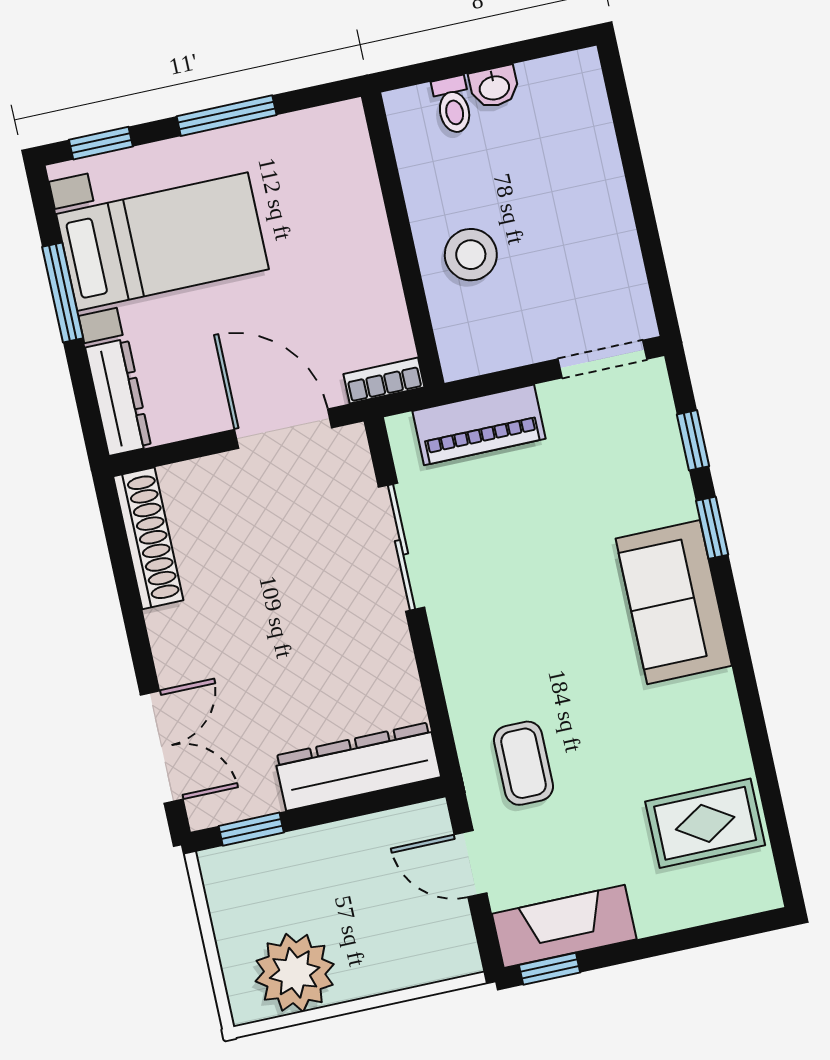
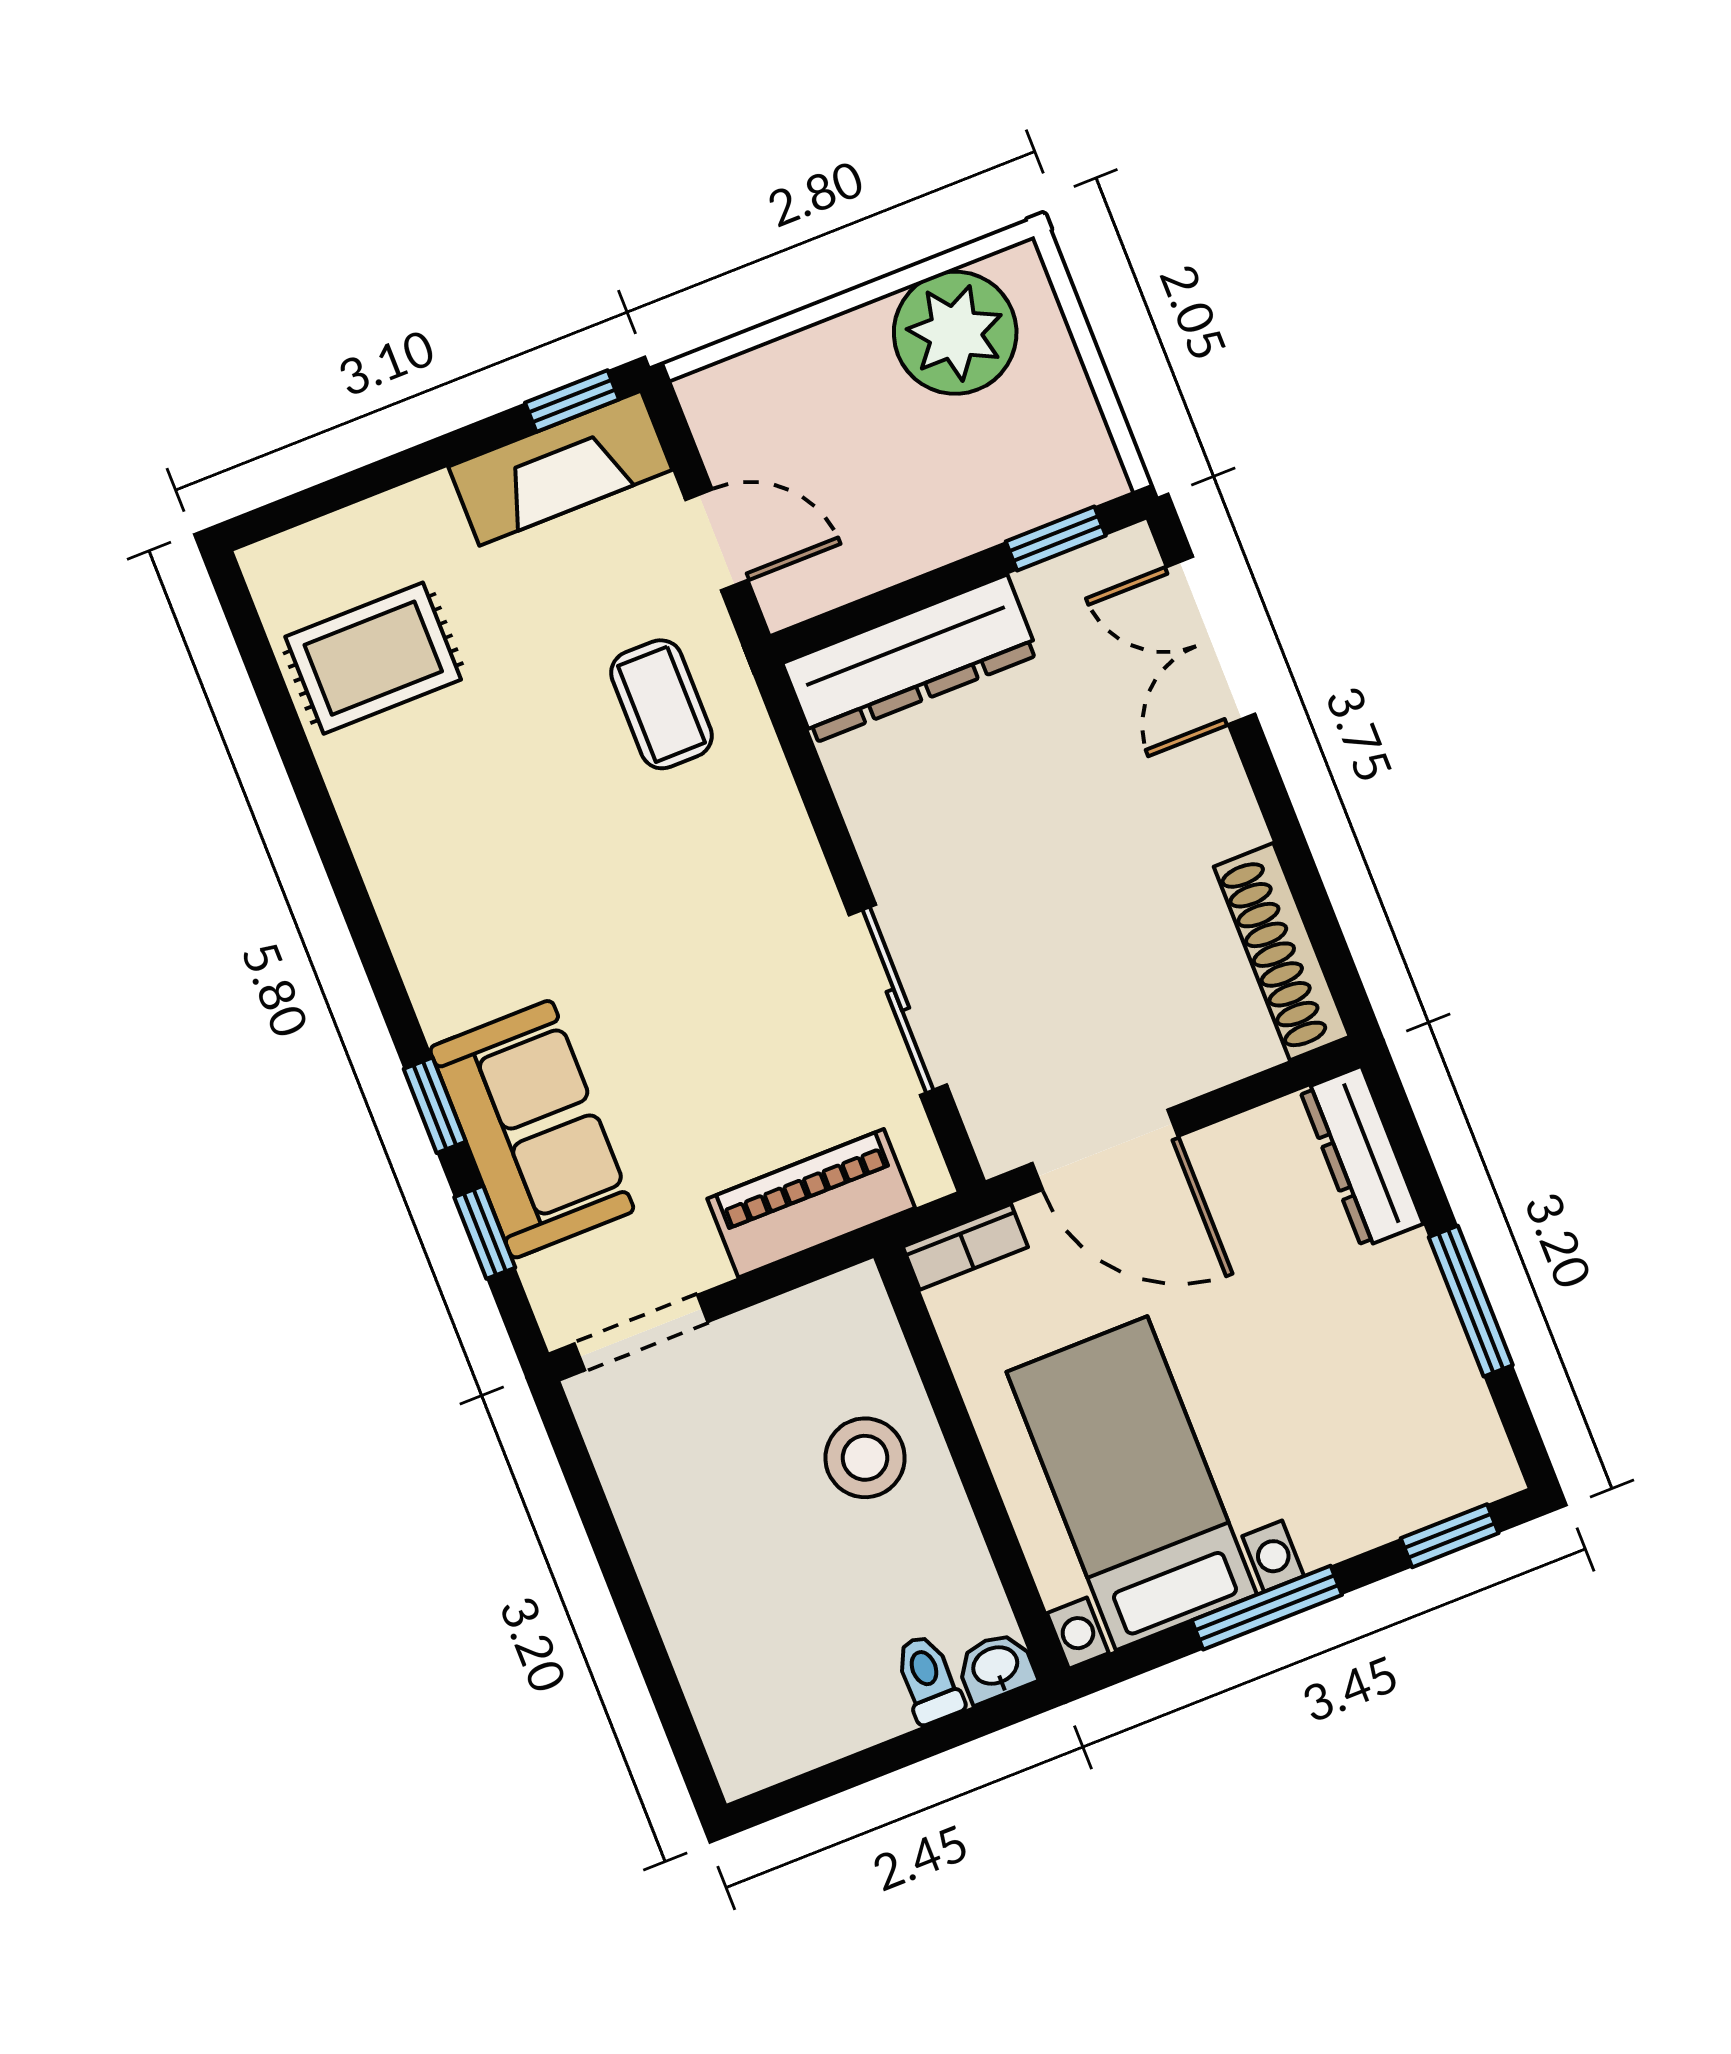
washbasin: (494, 87) -> (996, 1667), moved
bed with nightstands: (162, 242) -> (1132, 1483), moved, turned 90
sofa: (674, 602) -> (532, 1129), moved

